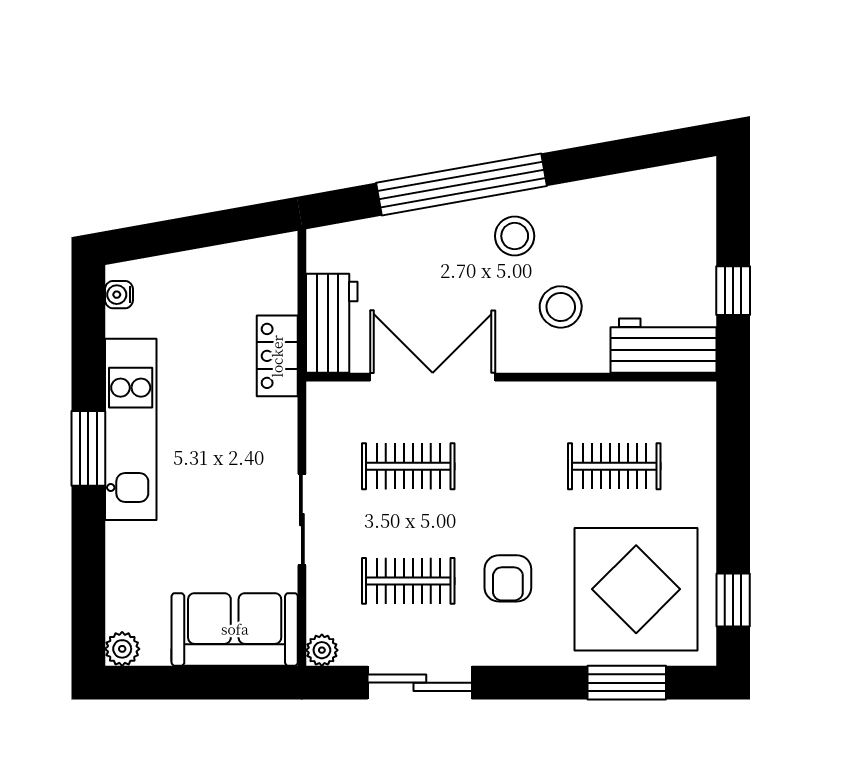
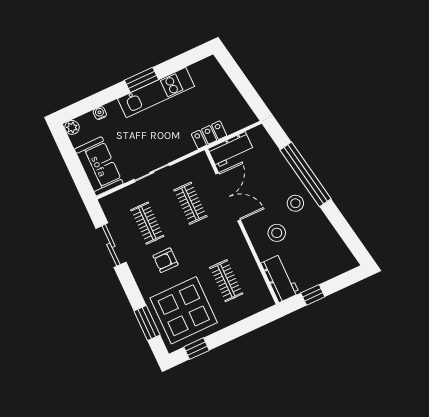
water cooler: (119, 295) -> (100, 113), moved
plant: (322, 650) -> (106, 203), removed

